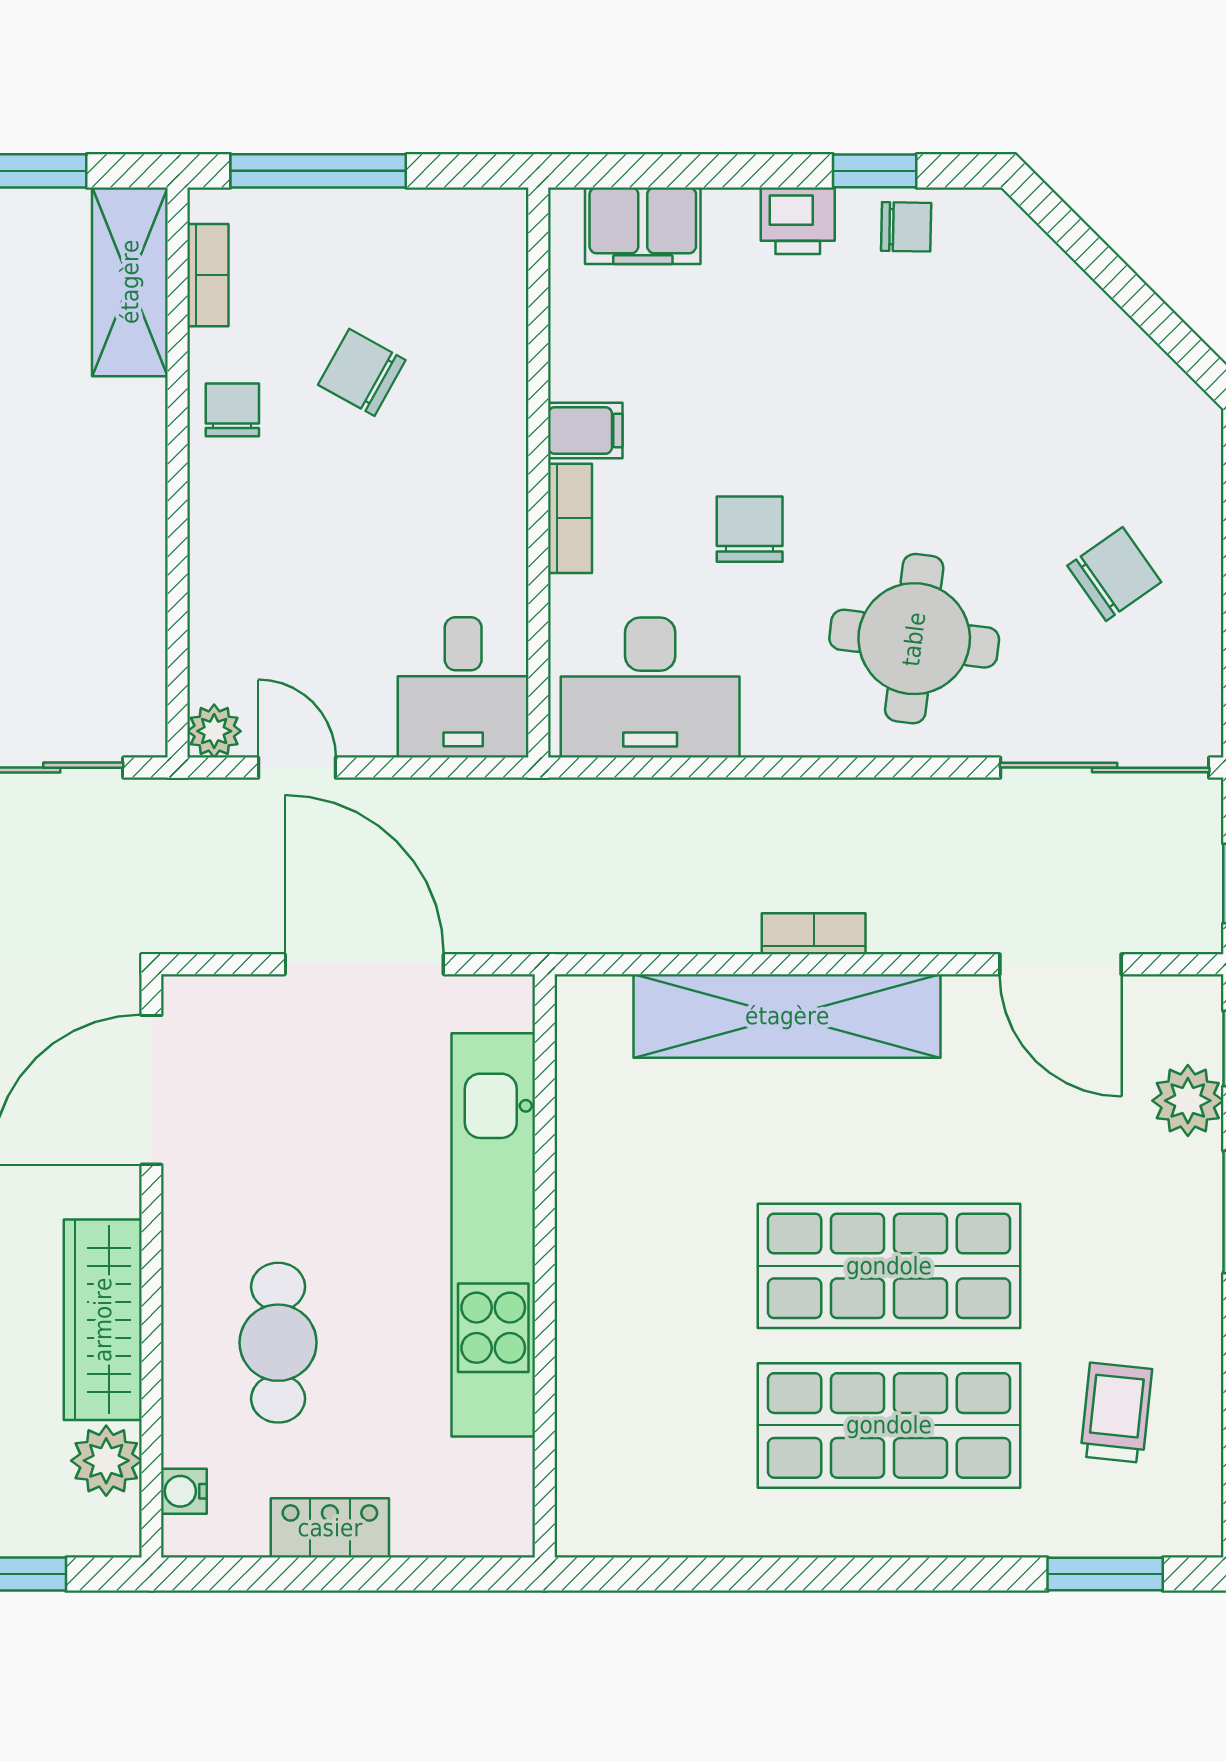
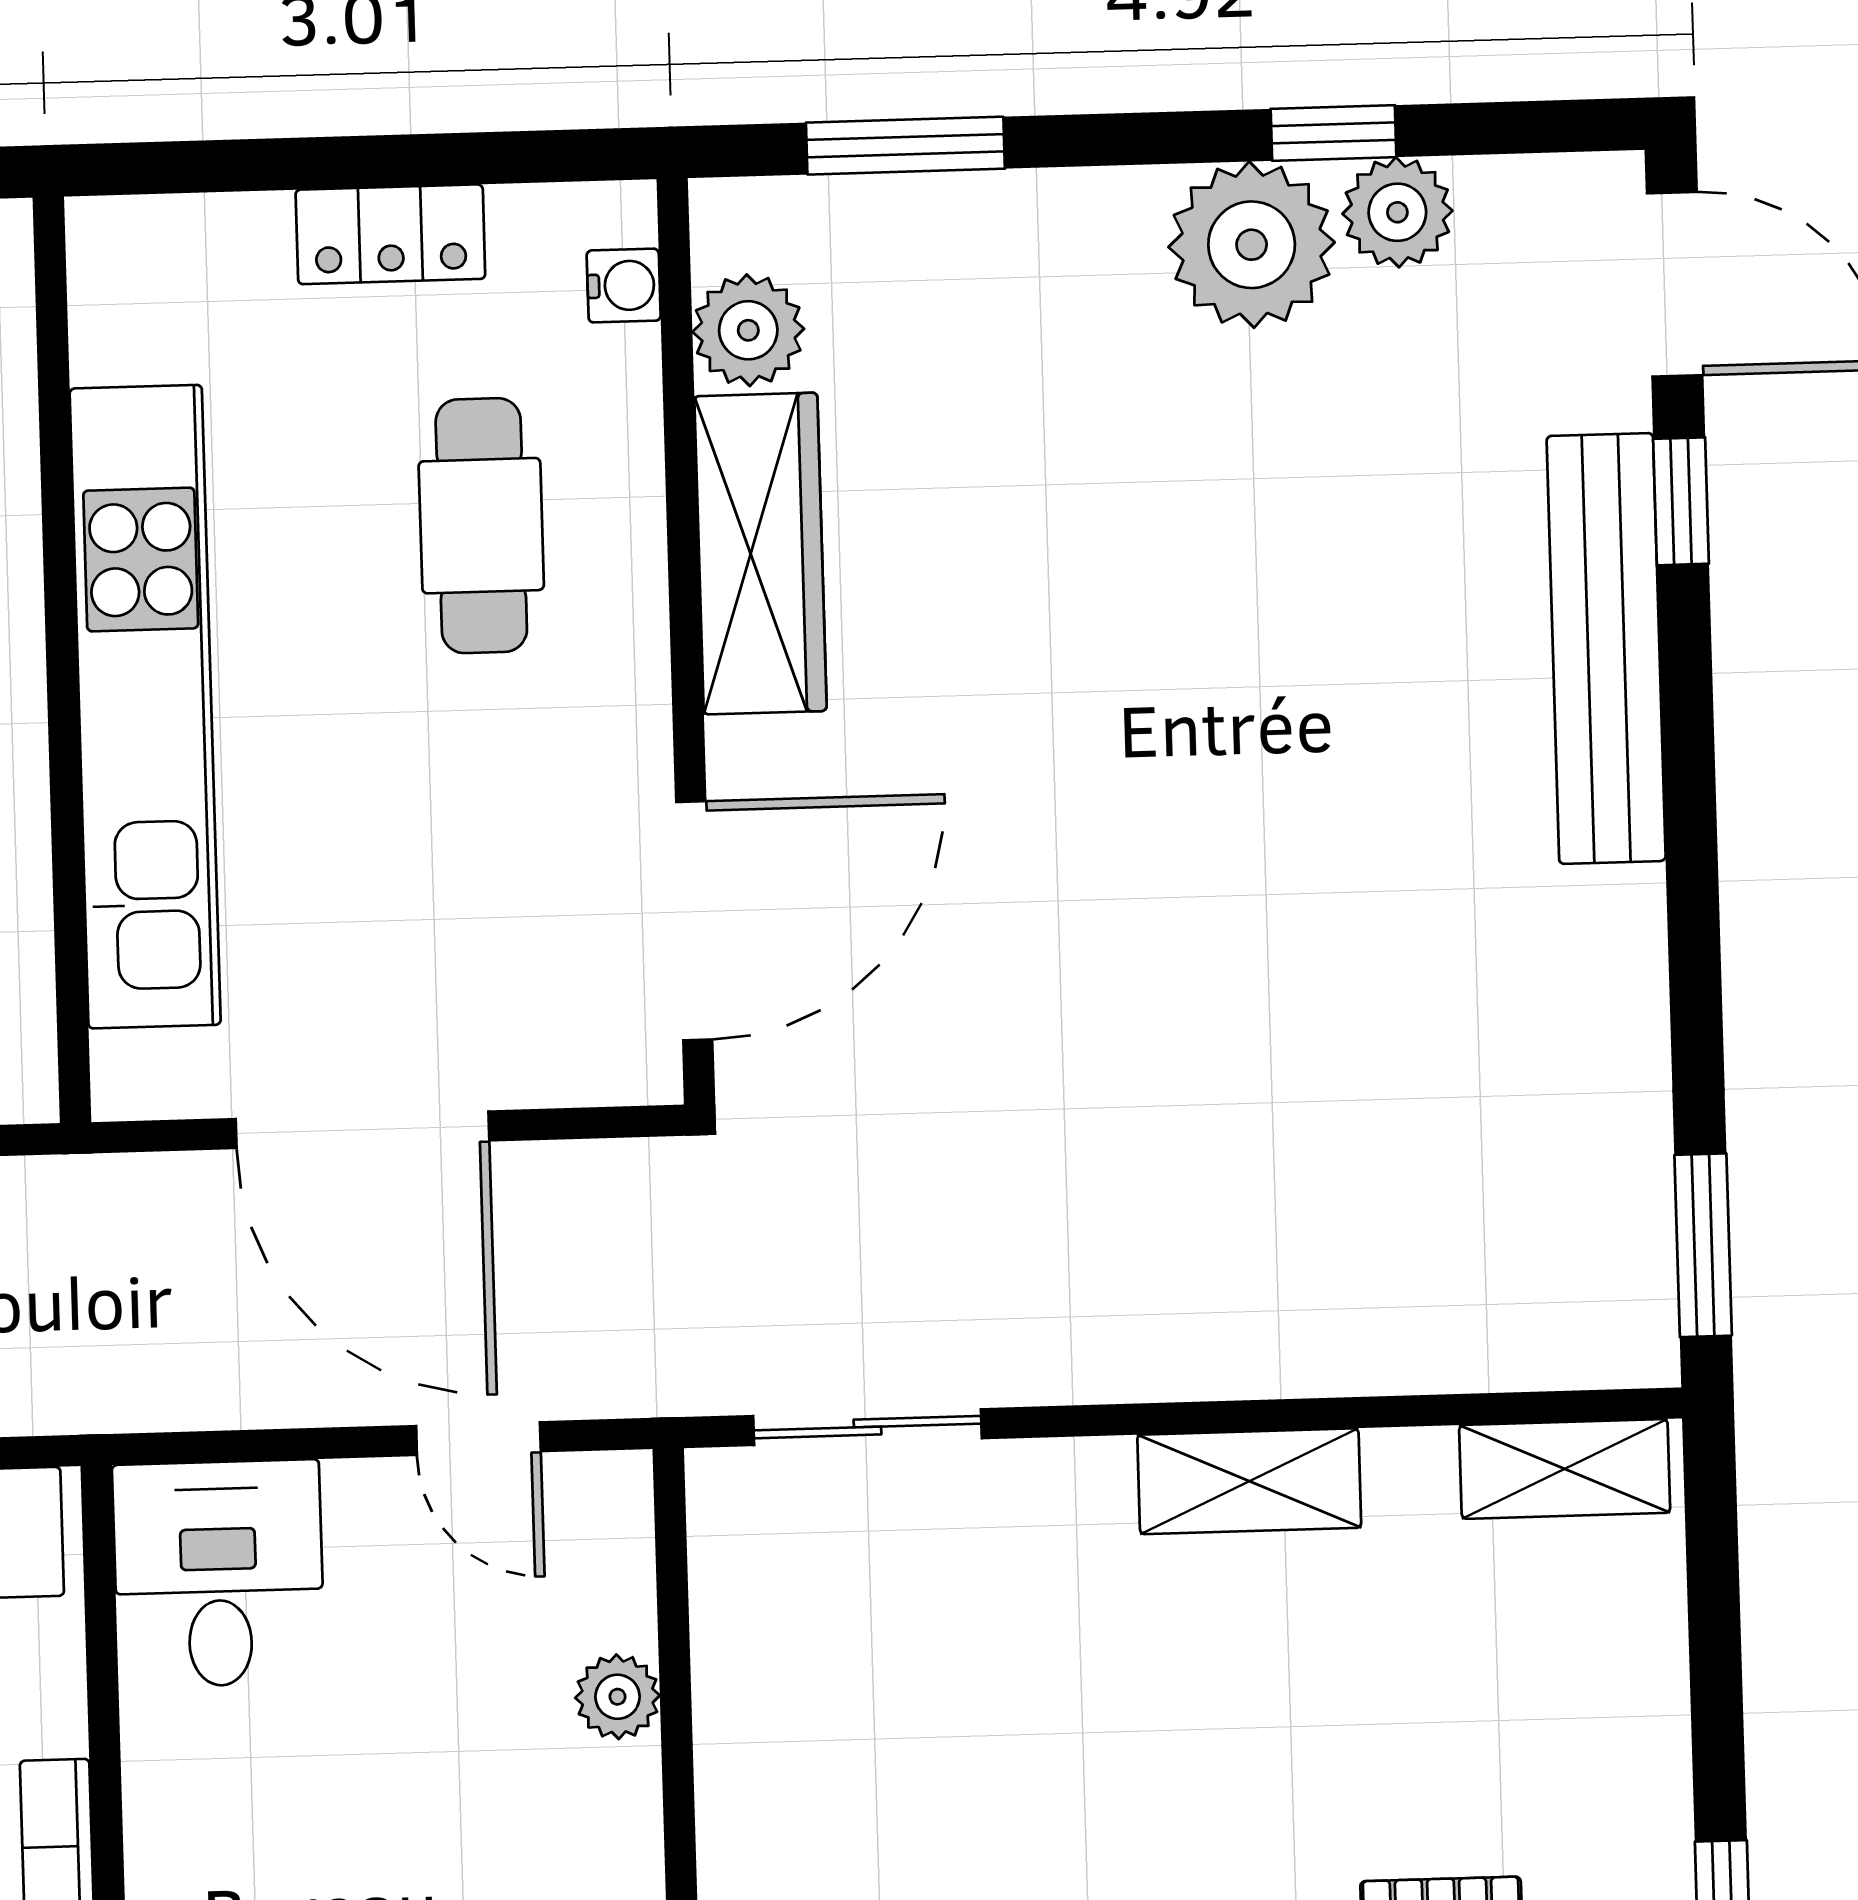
plant: (214, 731) -> (618, 1697), moved

